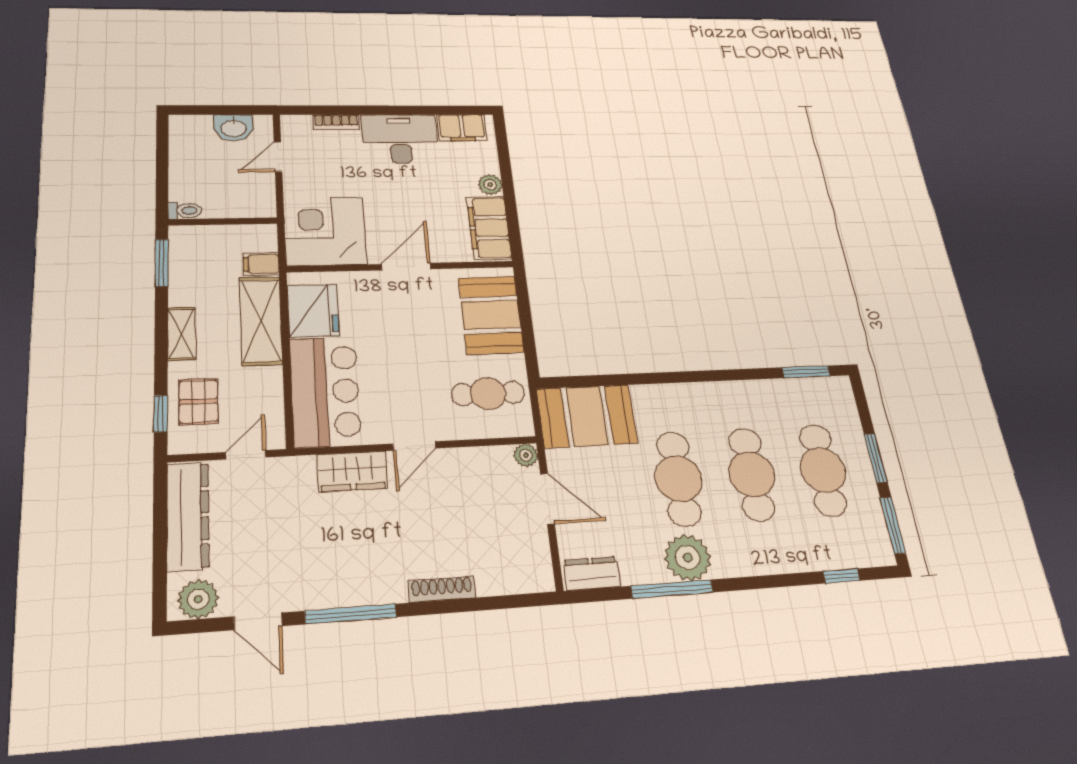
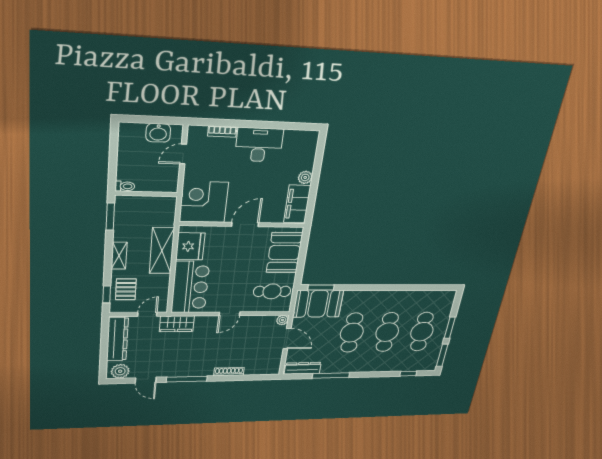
filing cabinet: (462, 128) -> (298, 139), removed
filing cabinet: (261, 264) -> (165, 220), removed
window: (806, 372) -> (321, 288), moved
wardrobe: (352, 471) -> (177, 324), moved
plant: (688, 558) -> (343, 364), removed
dresser: (592, 573) -> (303, 368), width x1.44

